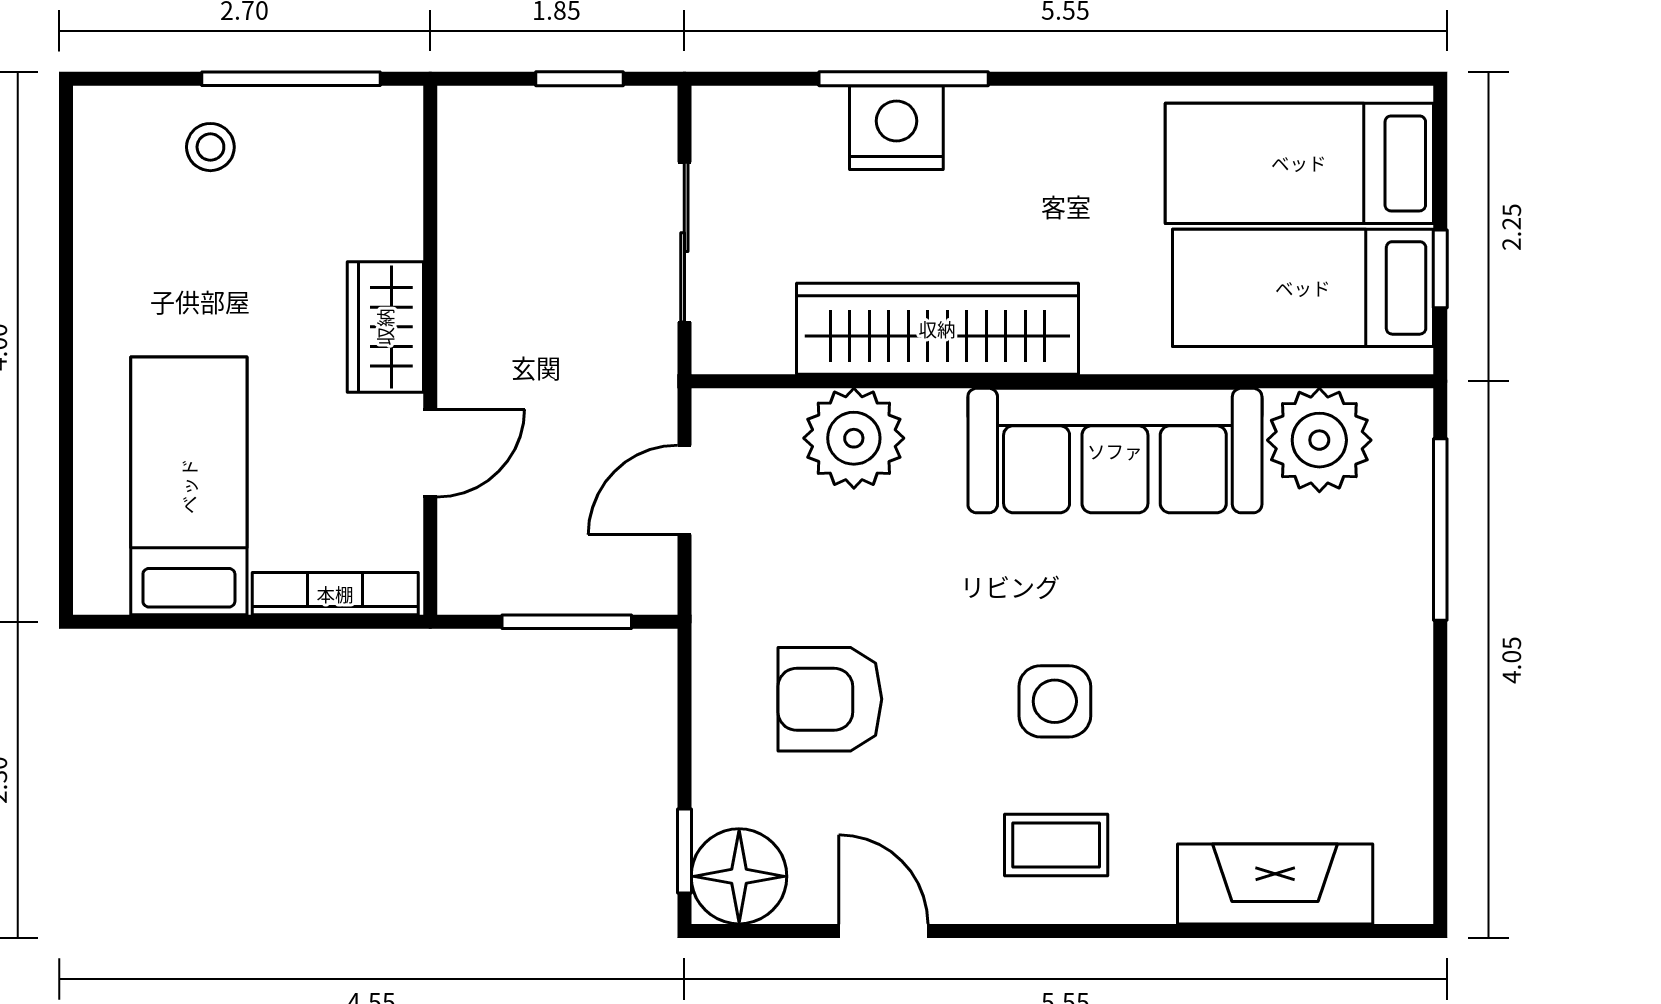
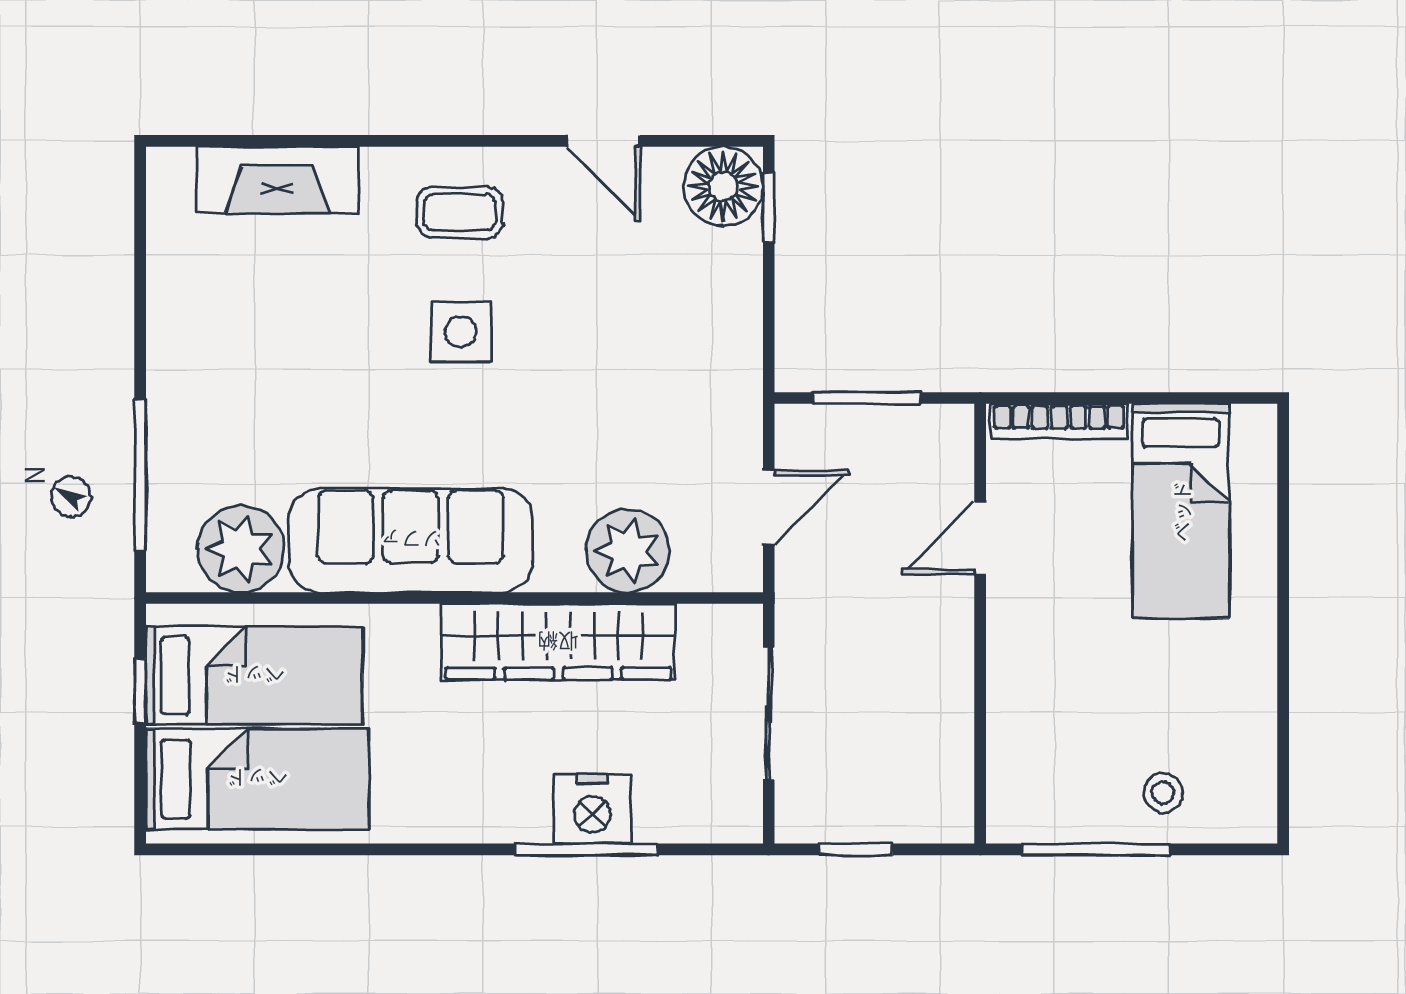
wardrobe: (385, 327) -> (1017, 643), removed
armchair: (830, 699) -> (648, 334), removed

